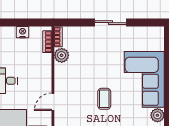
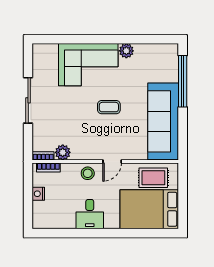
sliding door: (111, 23) -> (28, 100), width x1.37
stool: (42, 79) -> (88, 173), added
door: (53, 102) -> (112, 162), hinge flipped

